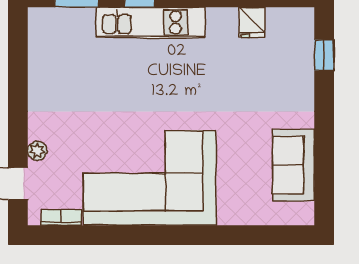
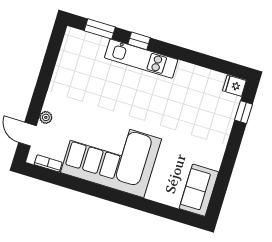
fridge: (252, 23) -> (234, 86), moved, turned 90
sofa: (294, 165) -> (199, 190), moved

